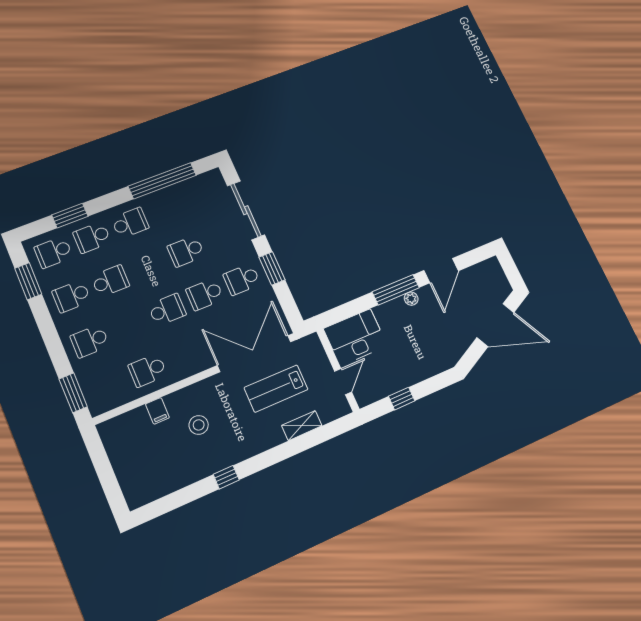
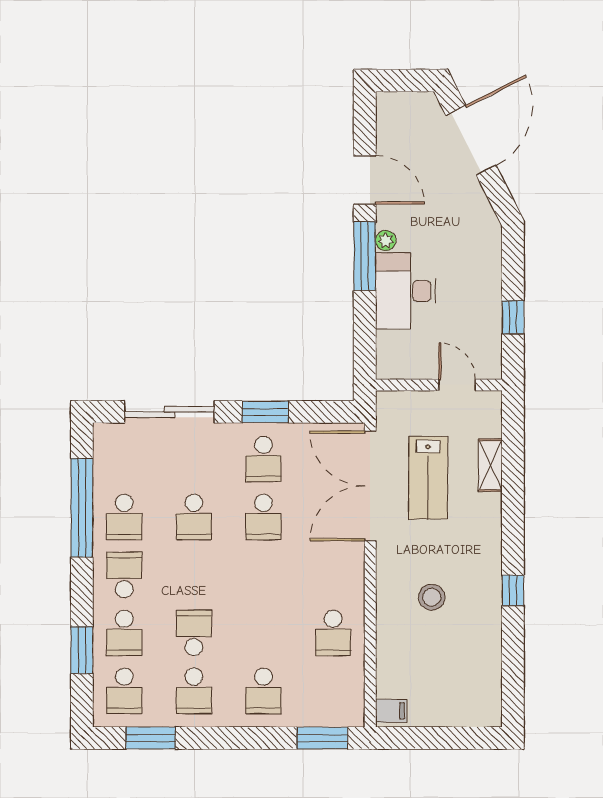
school desk: (167, 310) -> (124, 517), moved, turned 180
desk: (355, 337) -> (406, 291), moved
filing cabinet: (157, 411) -> (391, 711), moved

